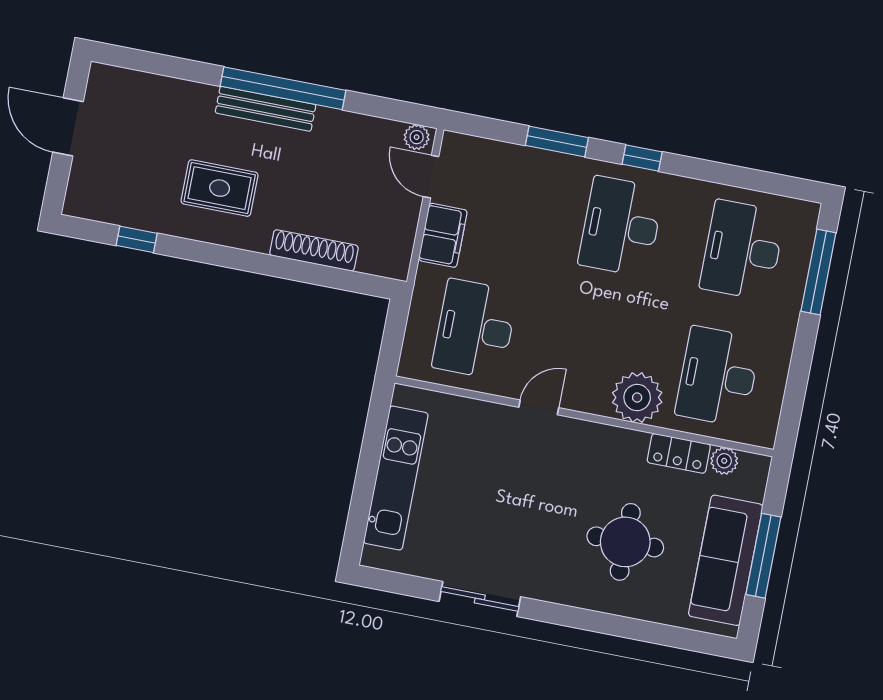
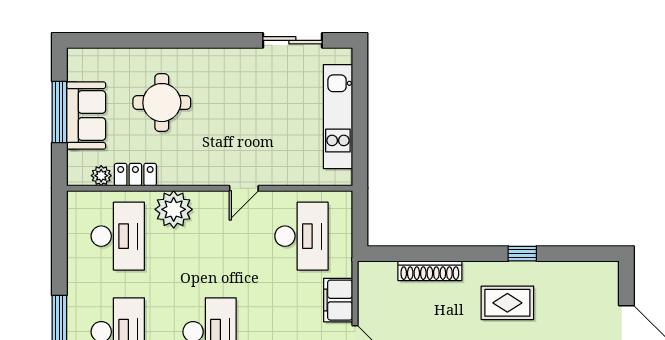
window: (137, 239) -> (522, 254), moved
sofa: (726, 560) -> (86, 116), width x0.73
sliding door: (480, 599) -> (292, 40), moved

